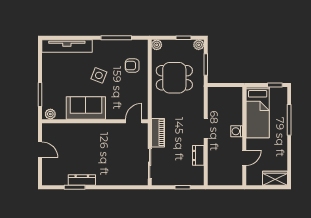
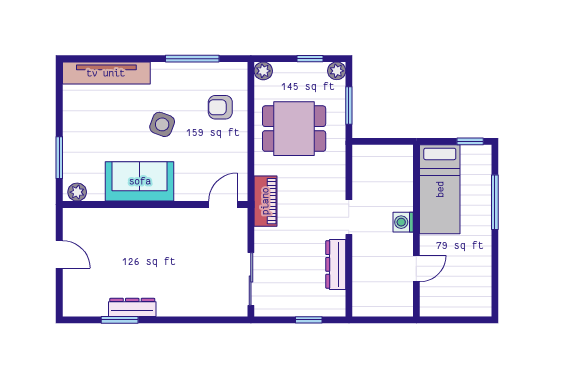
piano: (158, 133) -> (265, 201), moved
dresser: (198, 155) -> (336, 264), width x1.44
wardrobe: (275, 178) -> (470, 304), removed

